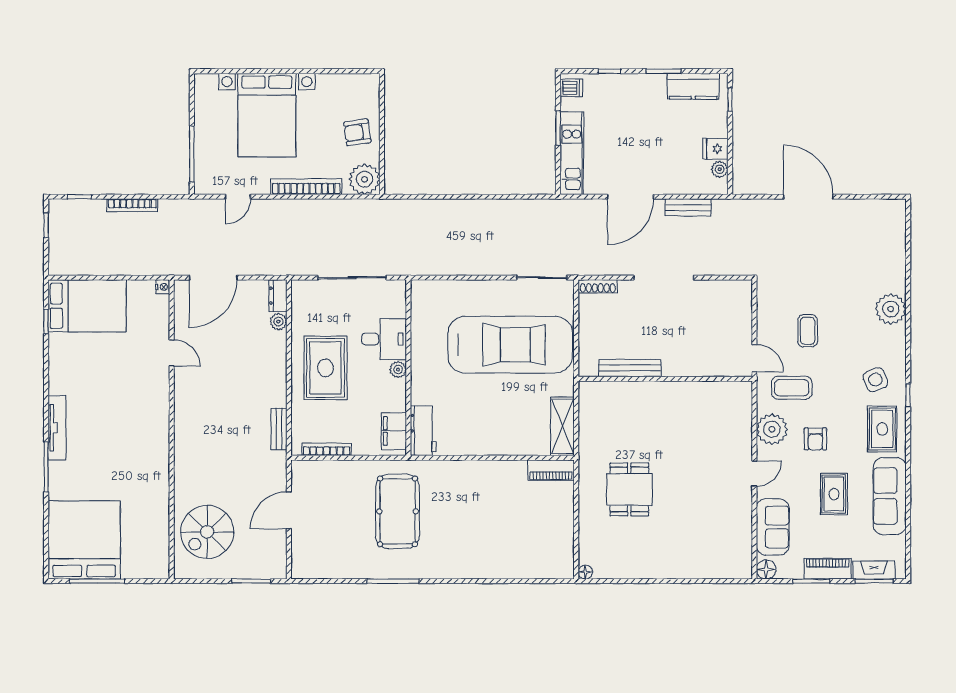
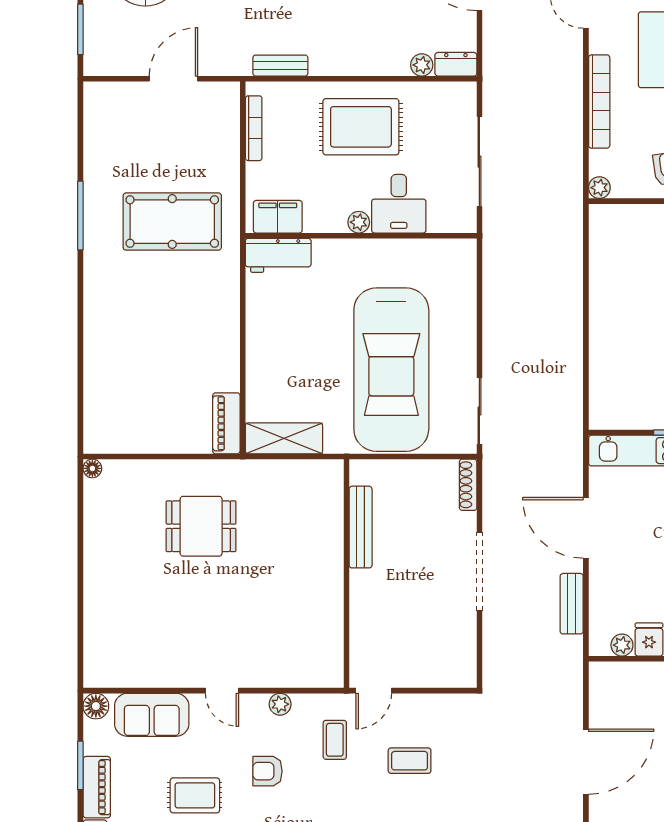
plant: (365, 179) -> (599, 188), width x0.53, depth x0.53
coffee table: (792, 388) -> (335, 740), width x0.73, depth x0.77
plant: (772, 429) -> (280, 704), width x0.53, depth x0.53
door: (289, 510) -> (173, 79), hinge flipped

